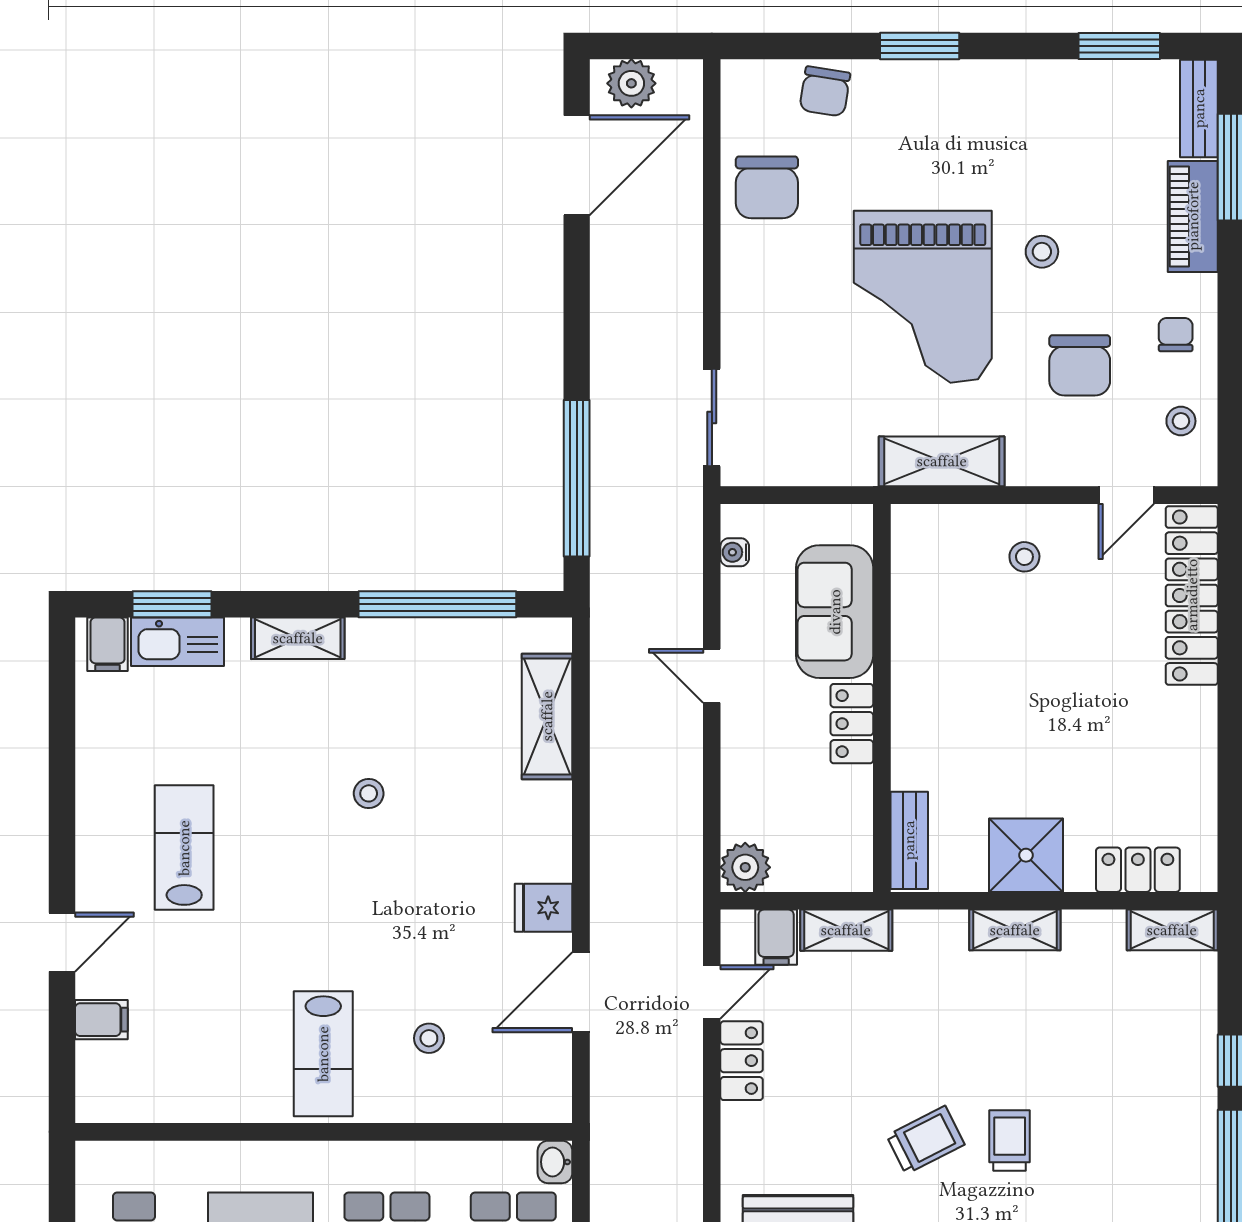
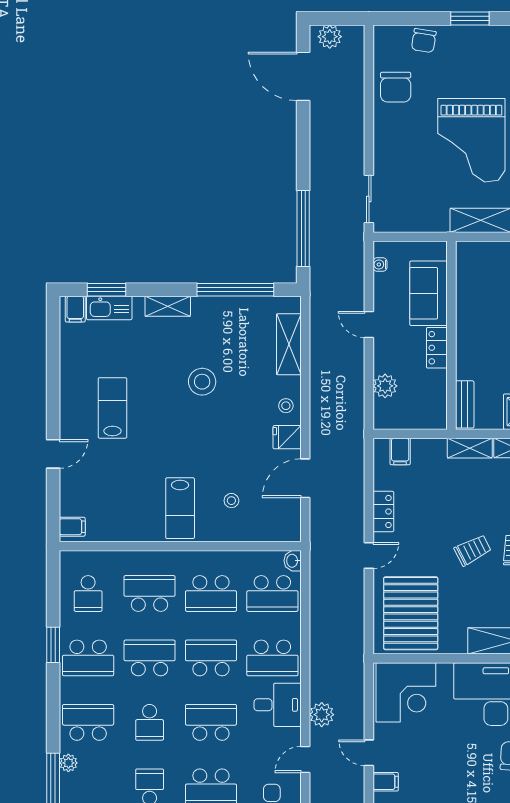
door: (577, 165) -> (303, 76), swing flipped
stool: (369, 793) -> (202, 382), width x1.89, depth x1.89
stool: (541, 843) -> (286, 406), added
plant: (745, 867) -> (385, 386), moved
shelving: (846, 930) -> (470, 448), moved
door: (712, 992) -> (369, 555), moved
filing cabinet: (101, 1020) -> (72, 527), moved

